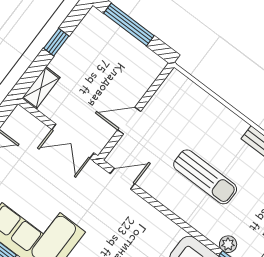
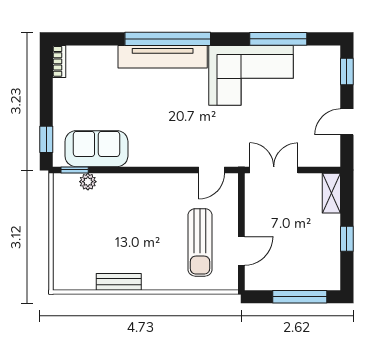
door: (129, 121) -> (241, 251), moved
sun lounger: (205, 177) -> (200, 242), moved, turned -90

